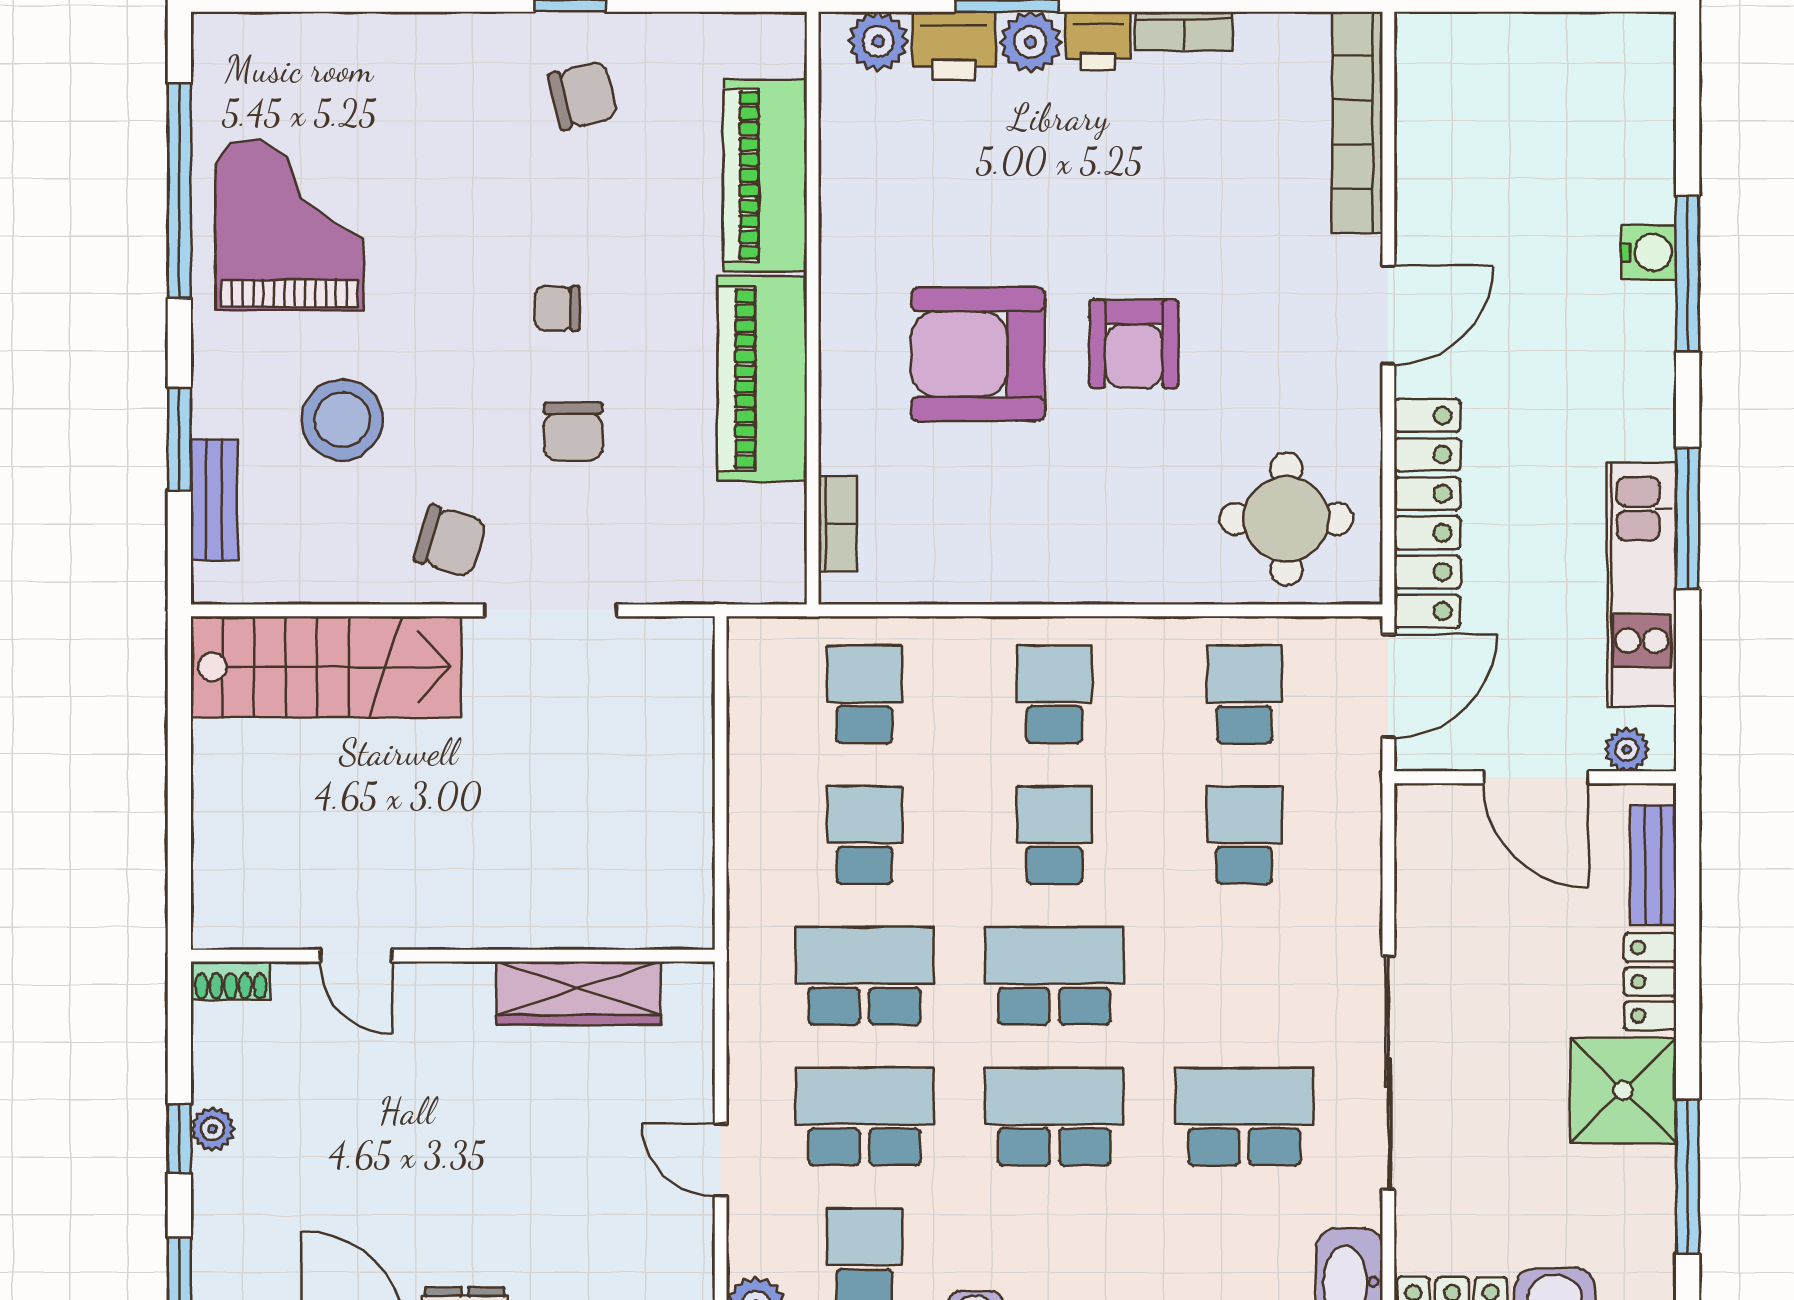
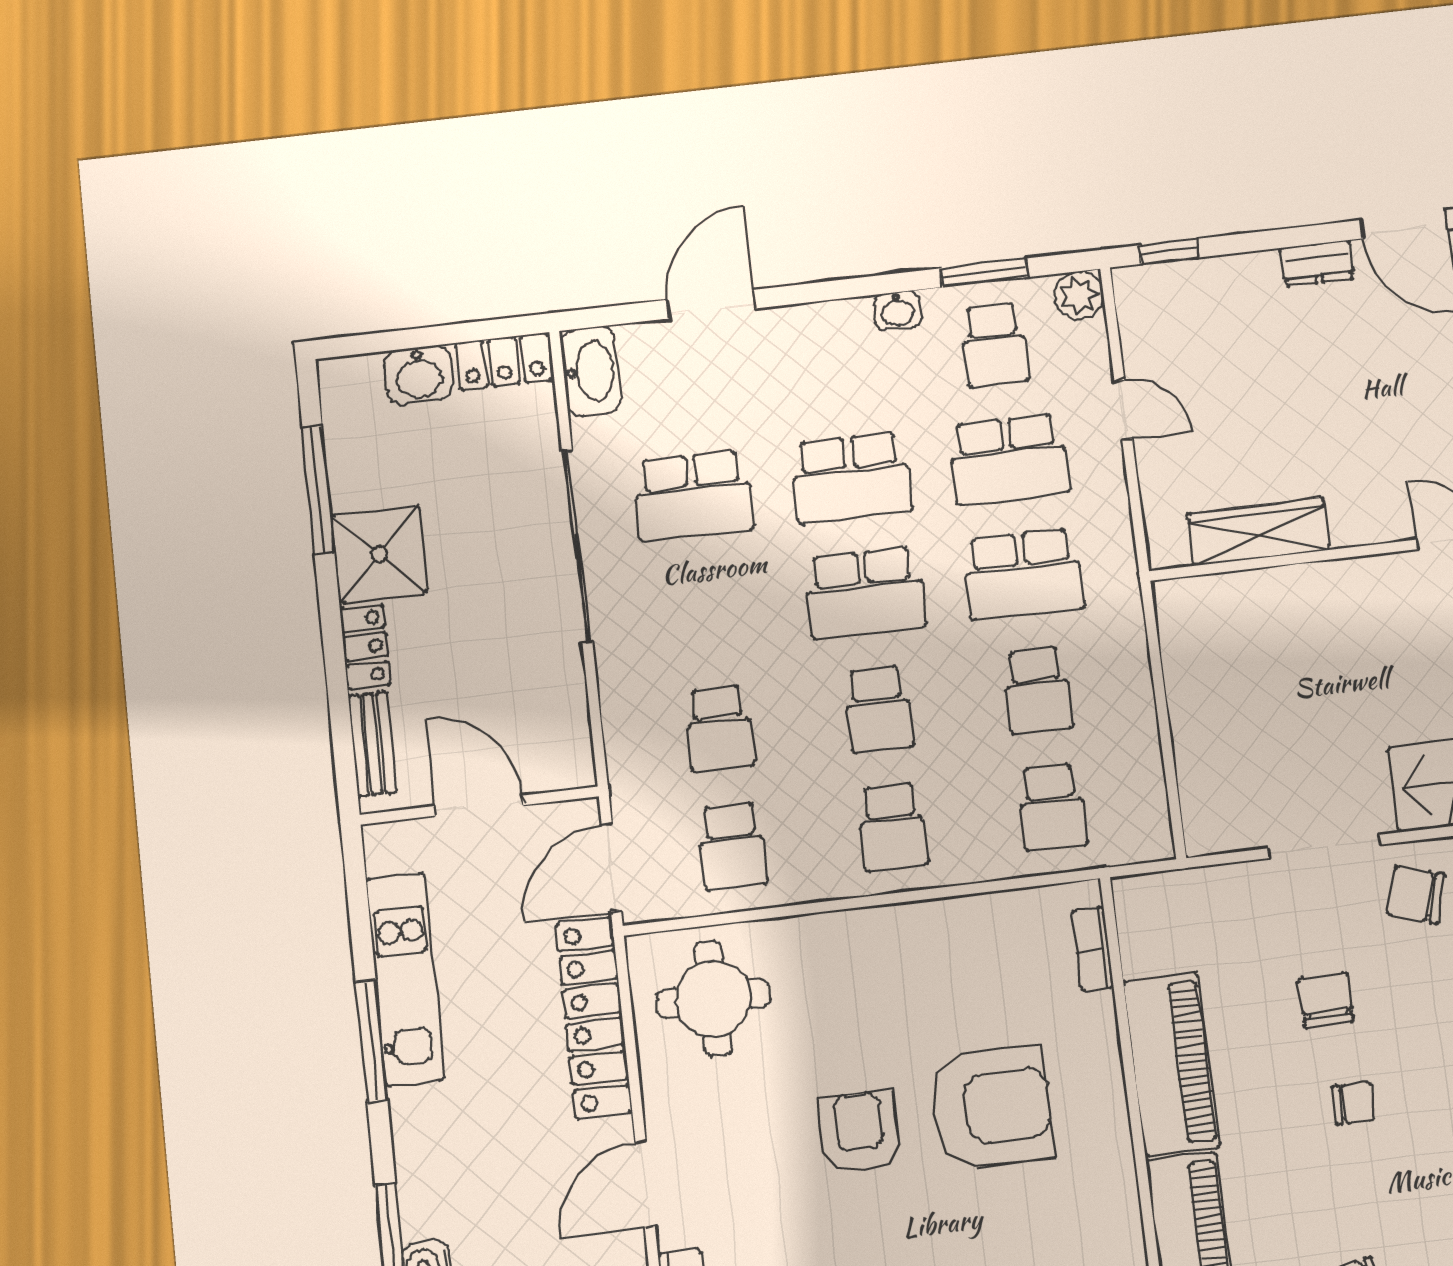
plant: (1627, 750) -> (404, 838), removed

